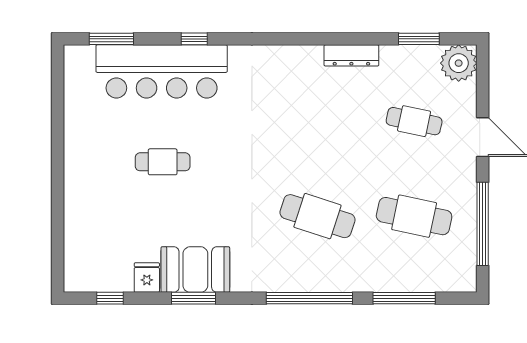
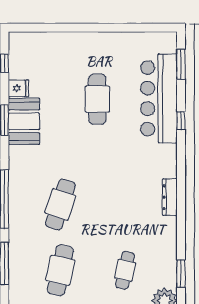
dresser: (351, 55) -> (170, 197), moved
cafe table: (163, 162) -> (97, 99), width x1.37, depth x1.35

